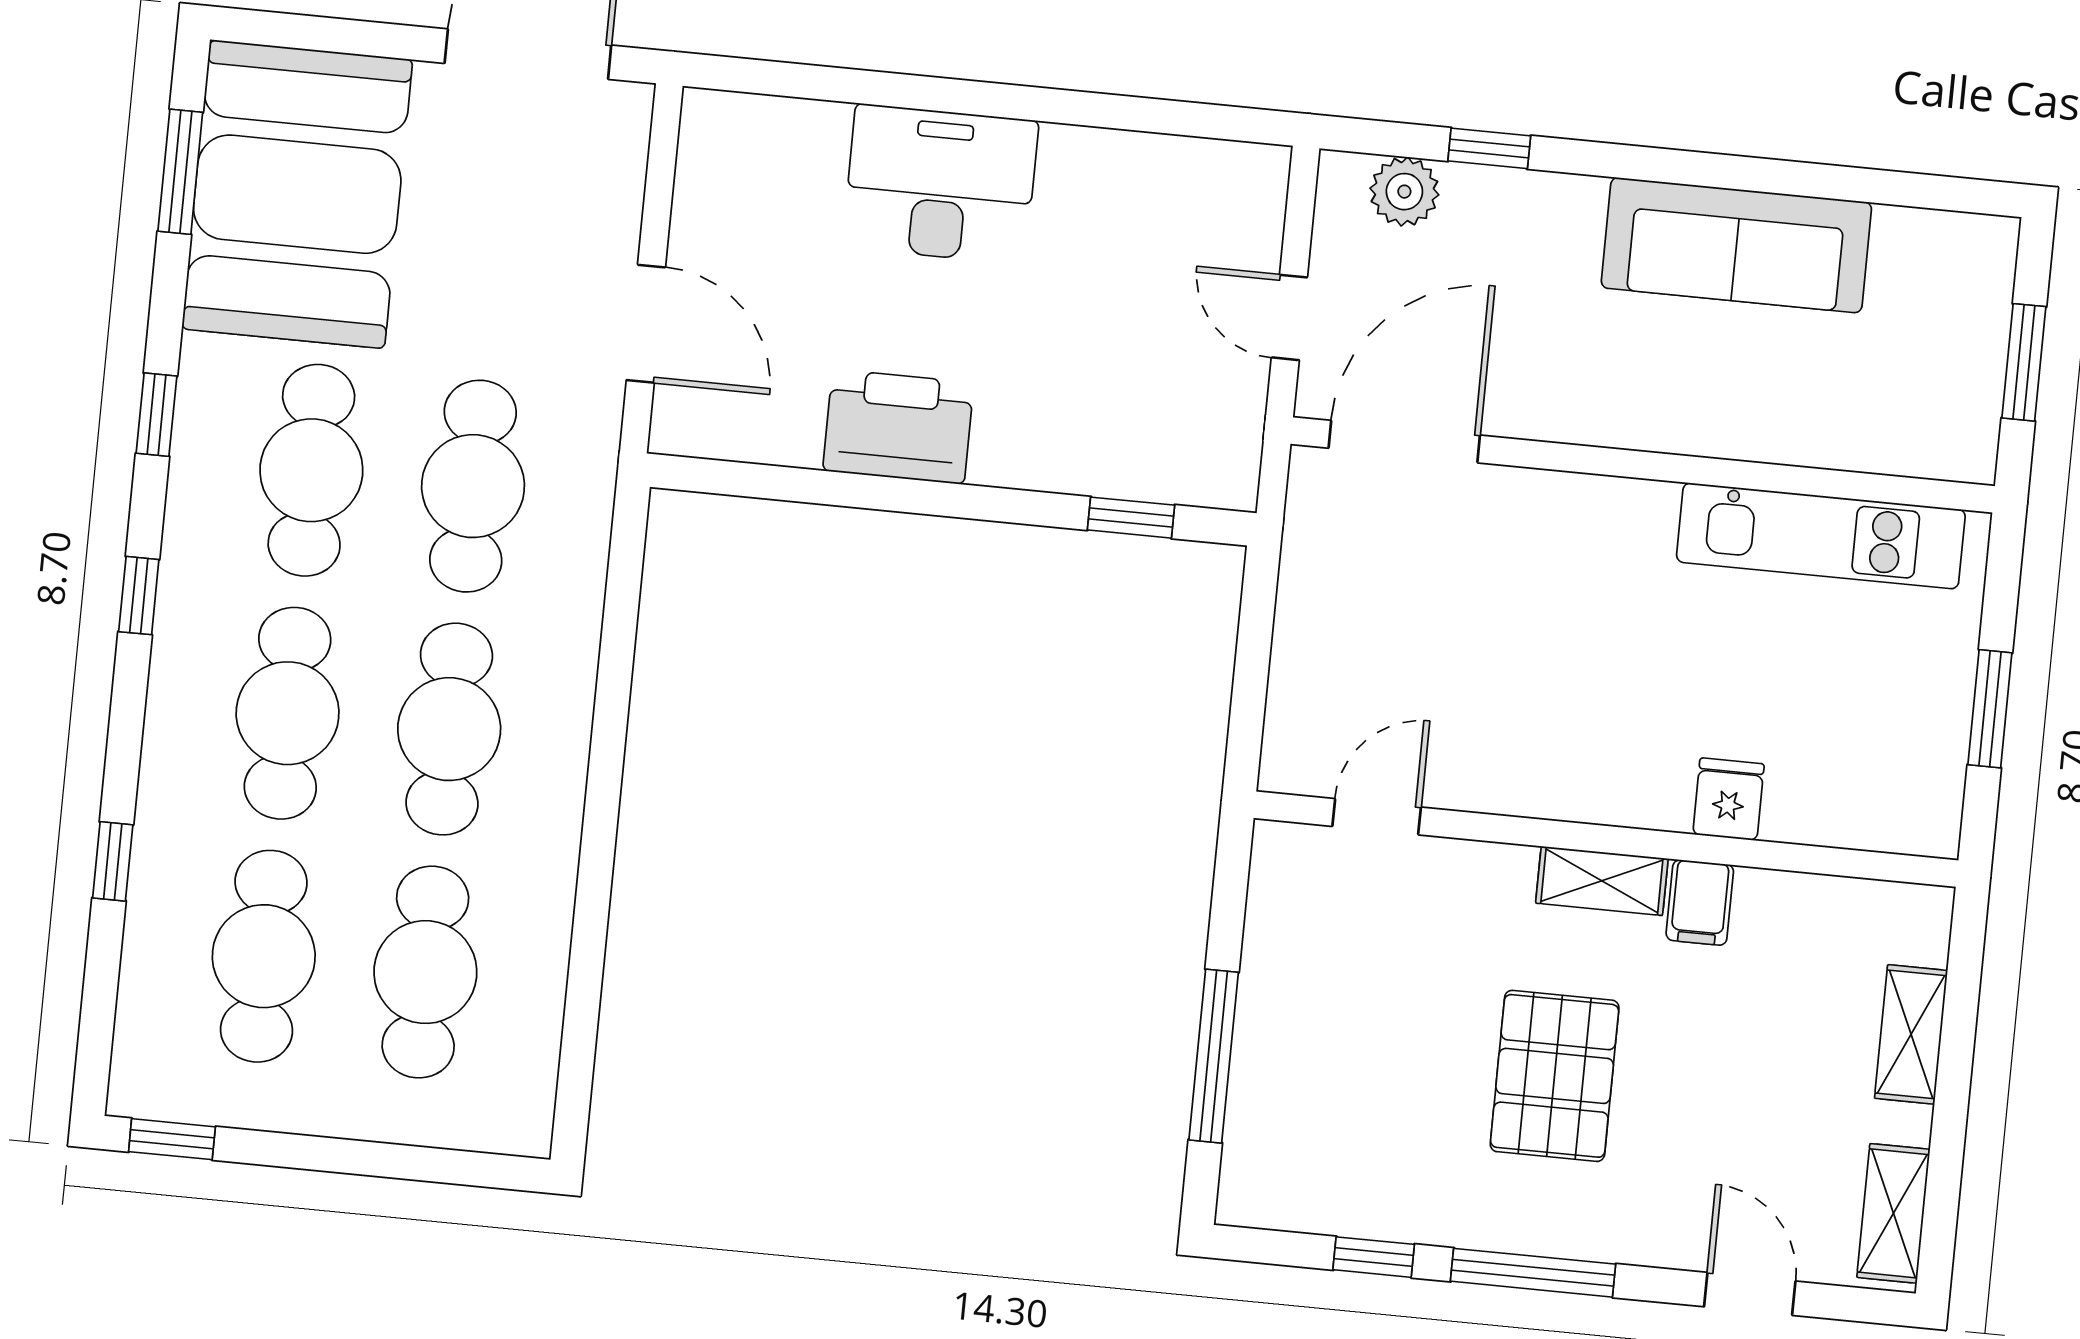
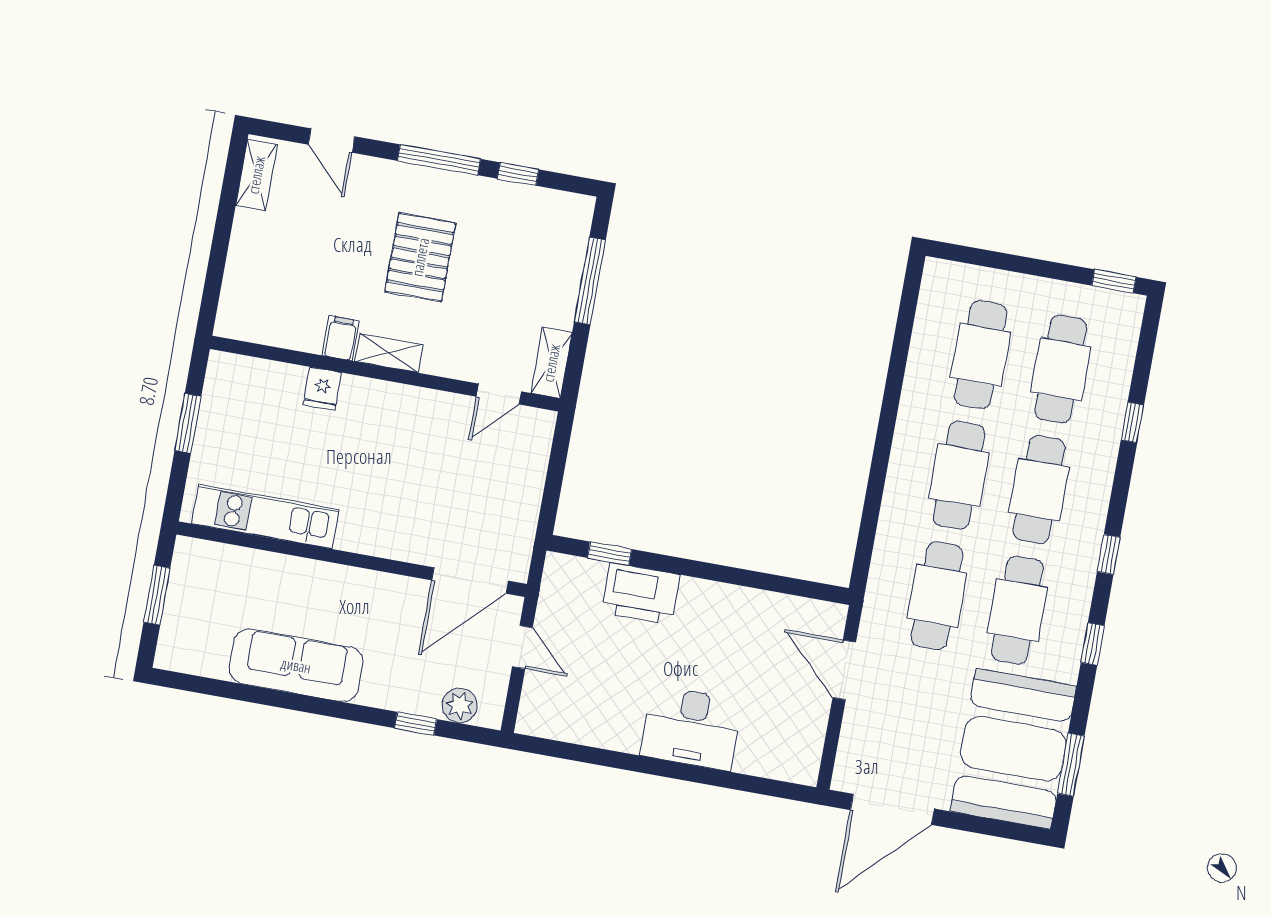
printer: (898, 427) -> (641, 594), moved
shelving: (1911, 1034) -> (551, 363), moved

